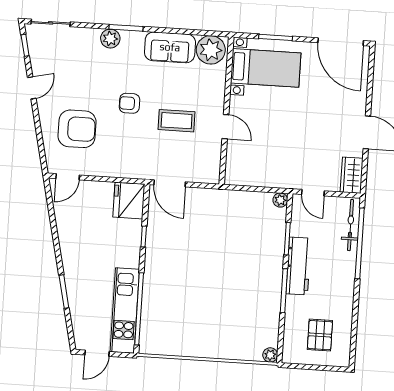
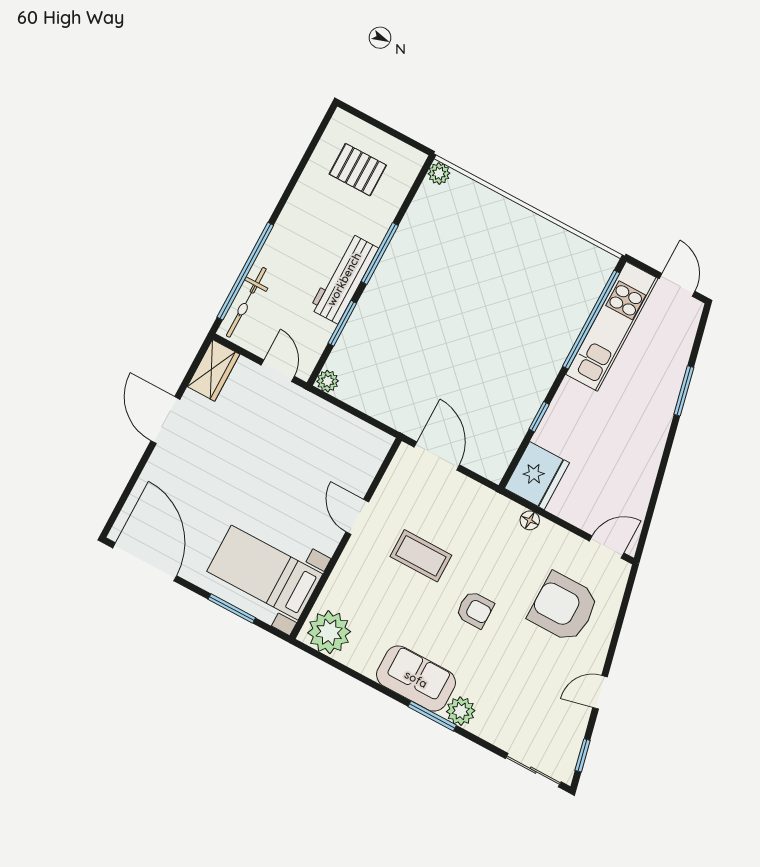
sofa: (170, 47) -> (416, 679), moved
floor lamp: (121, 172) -> (530, 520), added
door: (170, 183) -> (437, 456), moved
pallet: (320, 335) -> (358, 170), turned 90
door: (97, 353) -> (677, 285), hinge flipped

